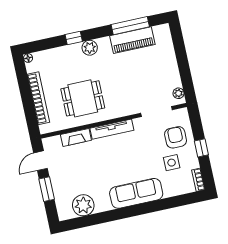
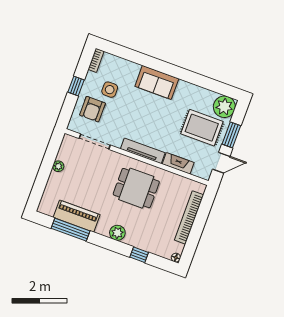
window: (74, 38) -> (139, 255), moved
plant: (179, 93) -> (58, 166), moved
dining table: (83, 98) -> (136, 188), moved
rug: (75, 180) -> (202, 128), added
sofa: (136, 193) -> (157, 82), width x0.73
plant: (83, 205) -> (224, 107), moved

